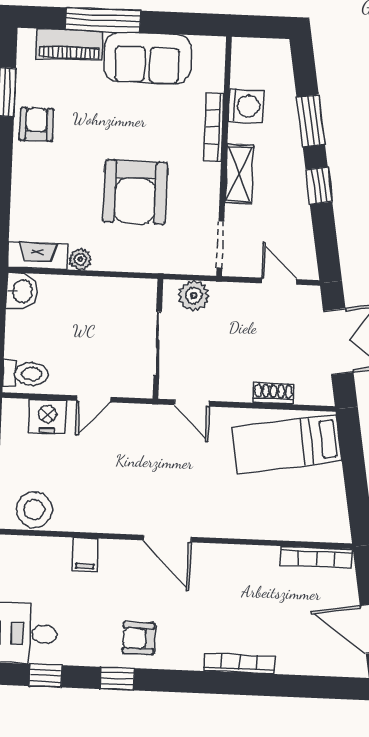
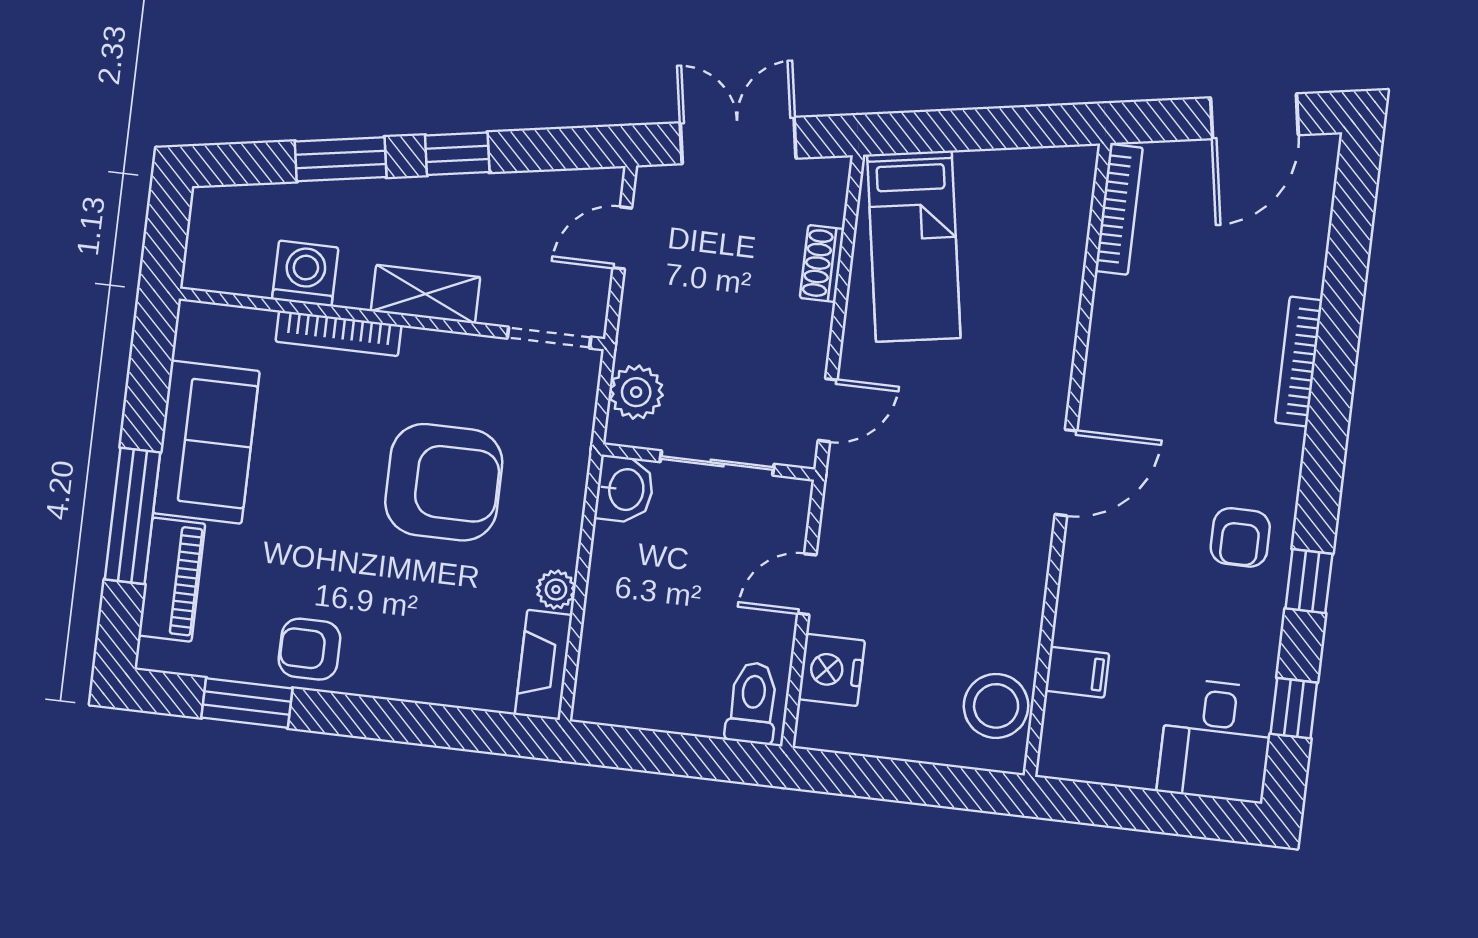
washbasin: (22, 291) -> (625, 489), moved, turned 90
door: (94, 399) -> (807, 584), swing flipped
filing cabinet: (85, 555) -> (1077, 672), moved

